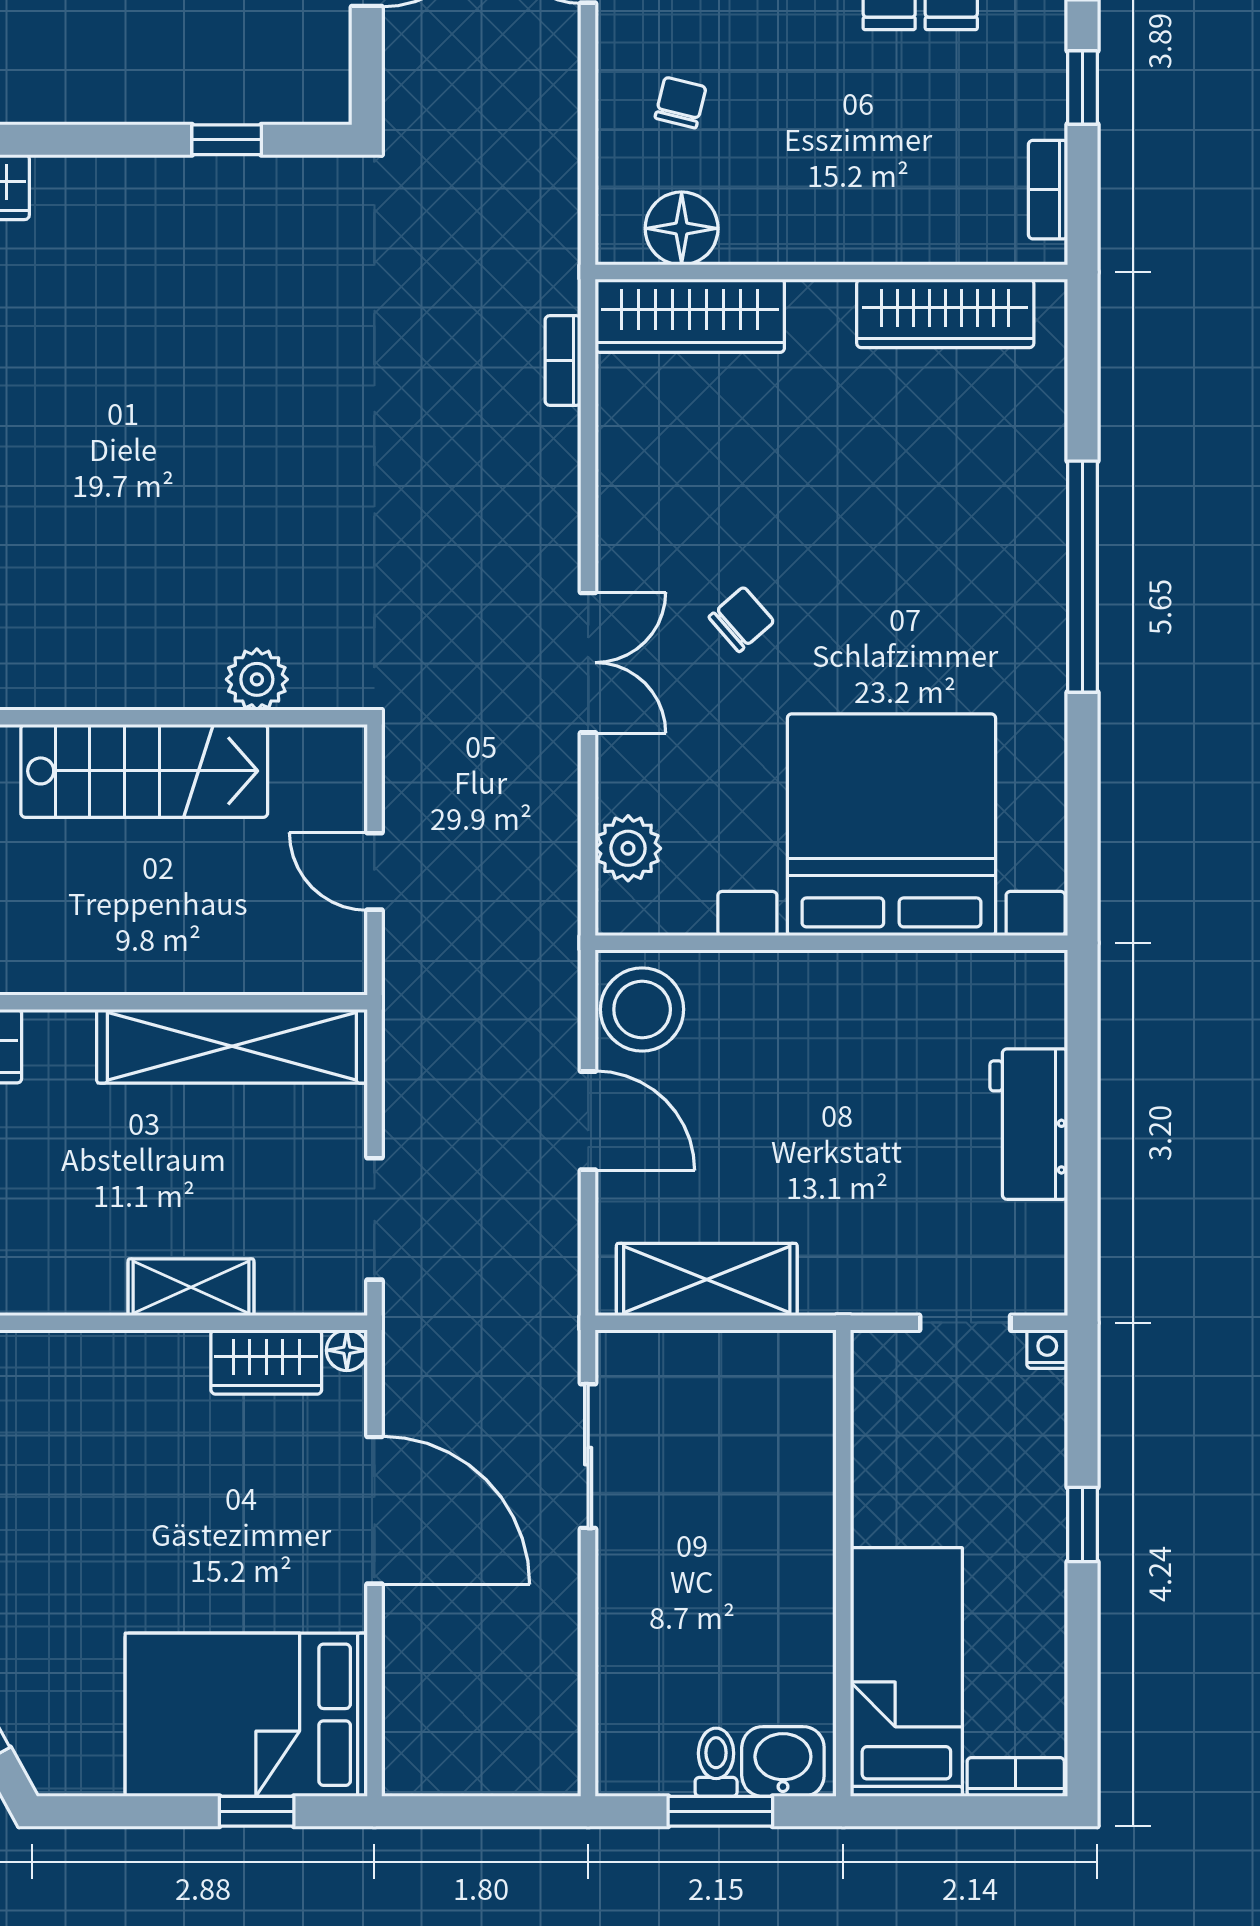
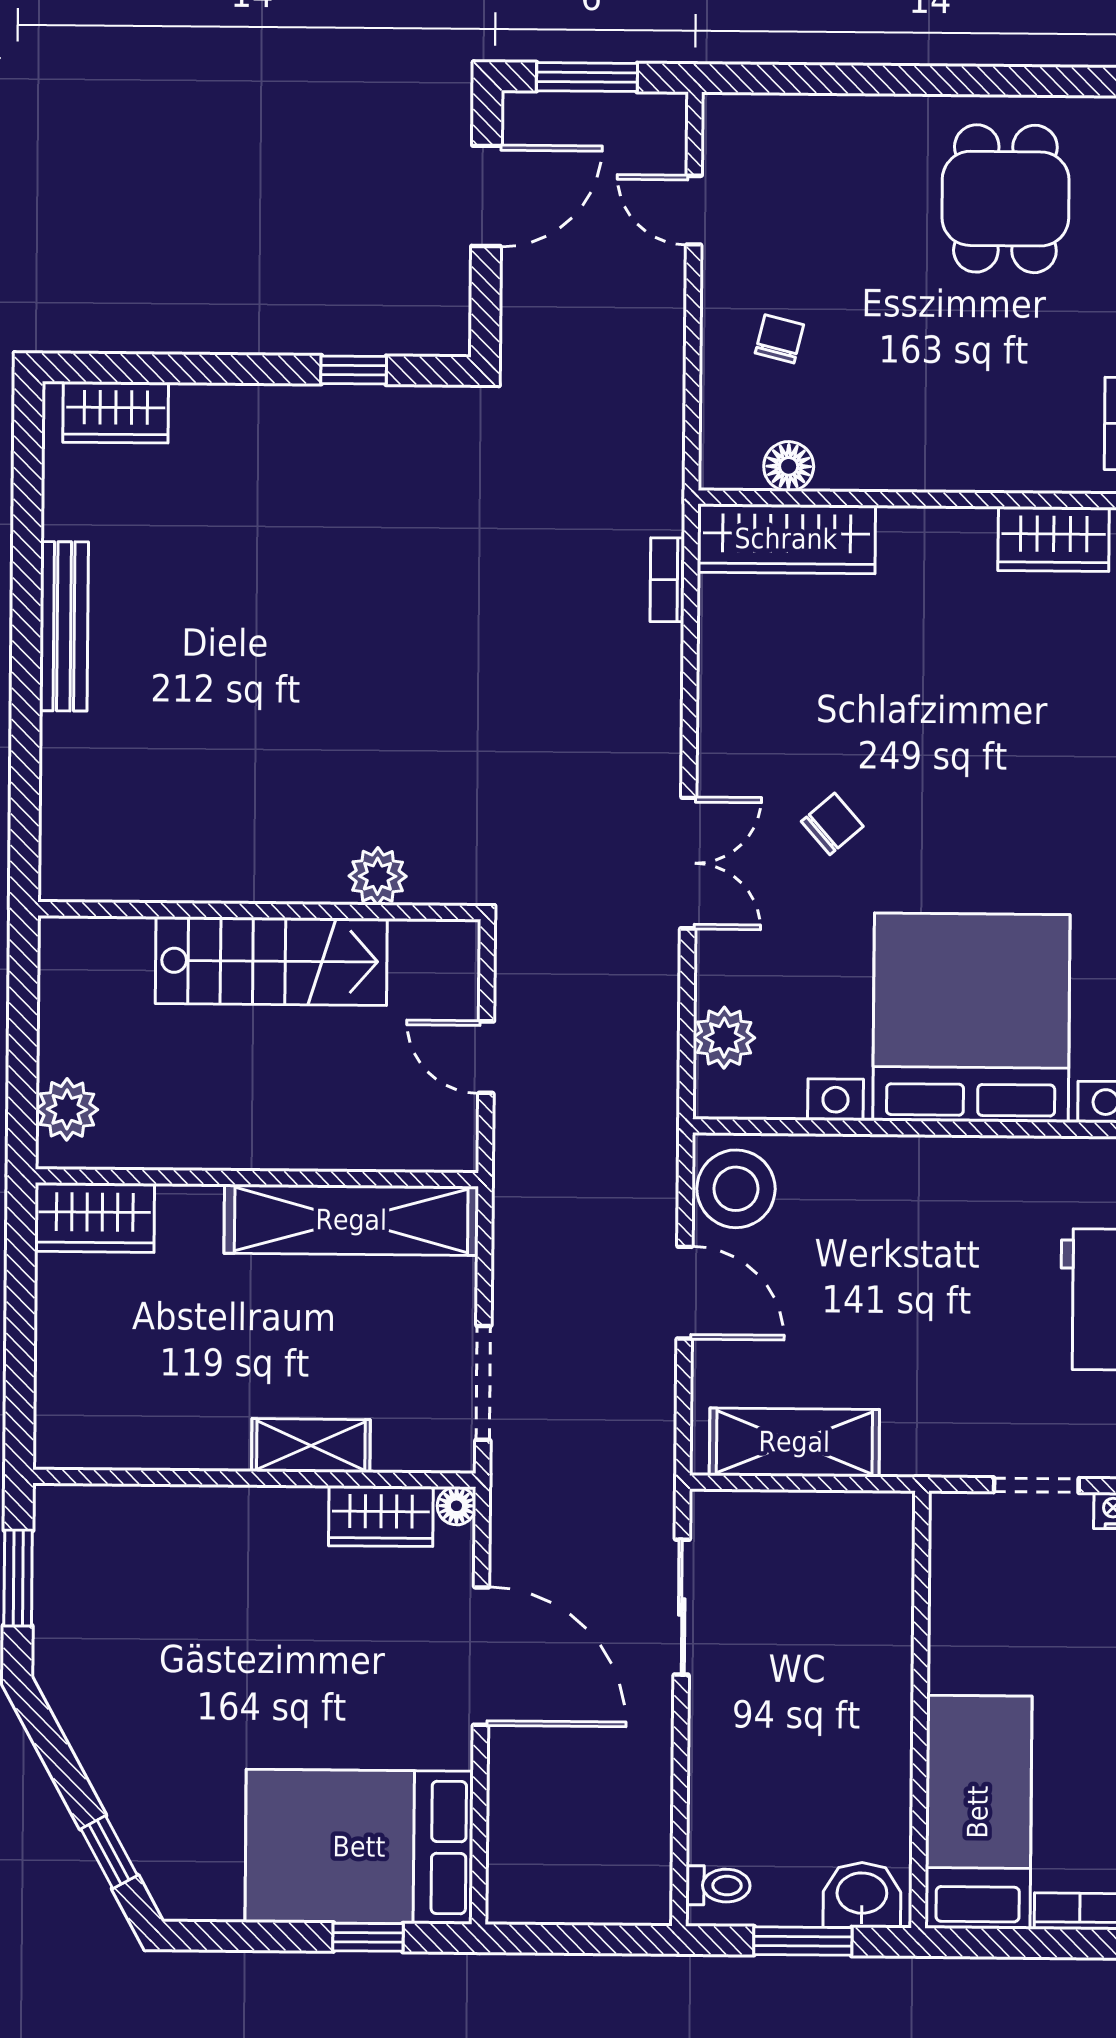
floor lamp: (682, 228) -> (789, 466), width x0.73, depth x0.73
wardrobe: (945, 313) -> (1054, 539), width x0.67
toilet: (716, 1762) -> (718, 1885), moved, turned 90

